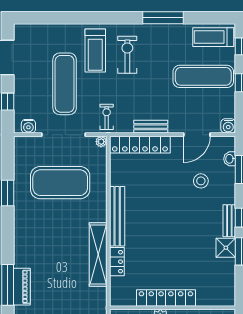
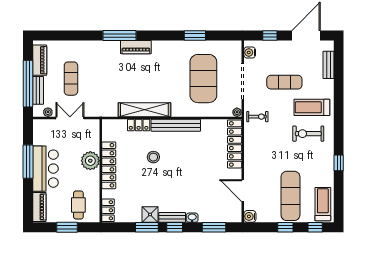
window: (163, 18) -> (339, 163), width x0.46
exercise bike: (127, 55) -> (308, 134), turned 180
exercise mat: (65, 84) -> (284, 82), width x0.73, depth x0.69
bench: (151, 127) -> (328, 65), moved
washbasin: (230, 159) -> (192, 218), moved
stool: (201, 181) -> (153, 157), moved
piano: (22, 287) -> (136, 47), moved
locker: (221, 299) -> (108, 210), added

